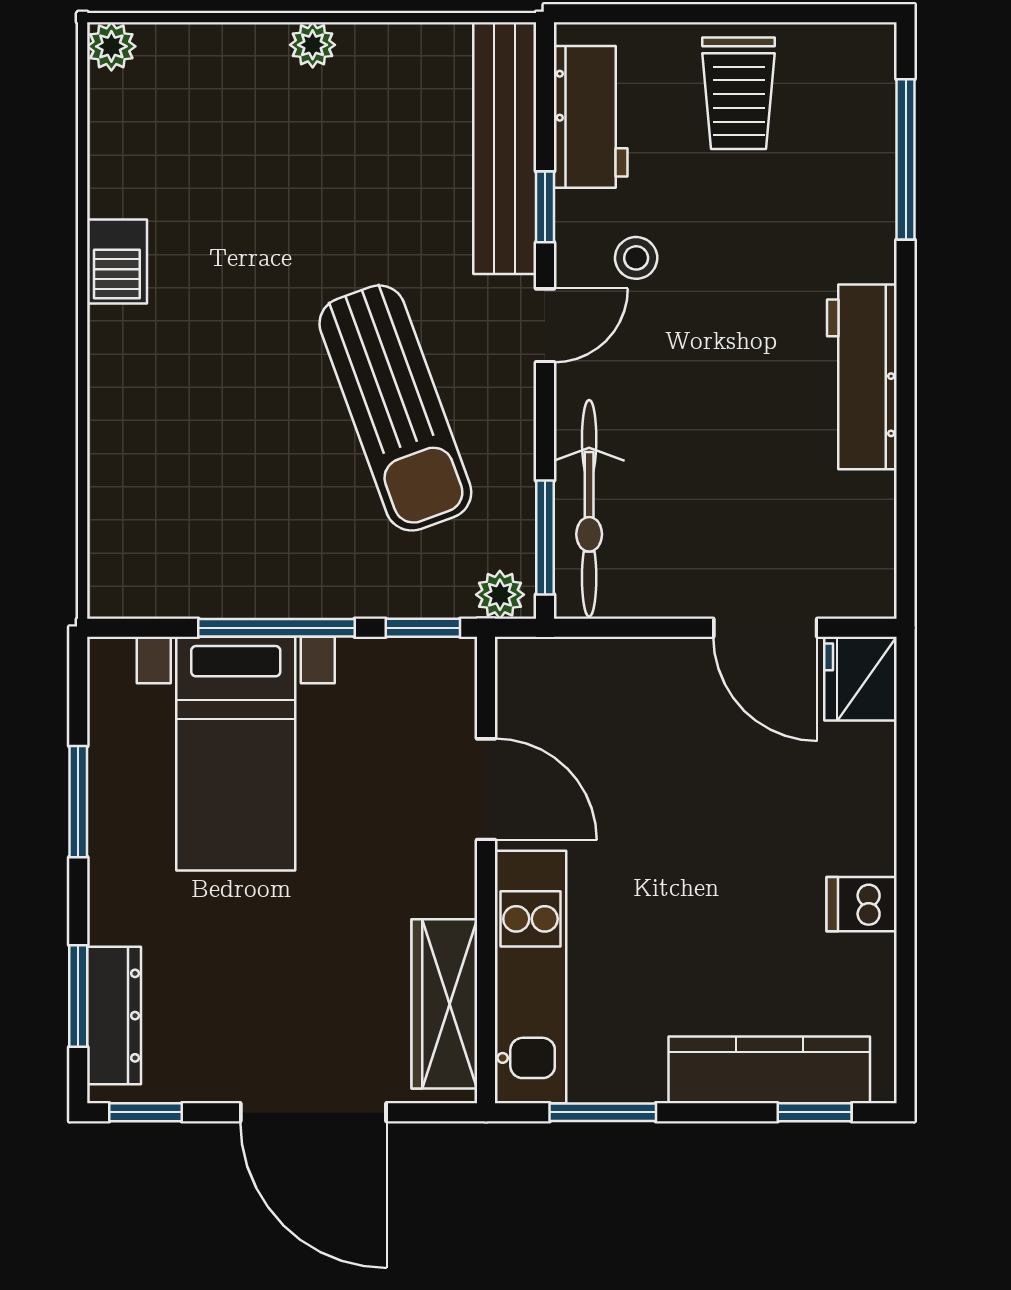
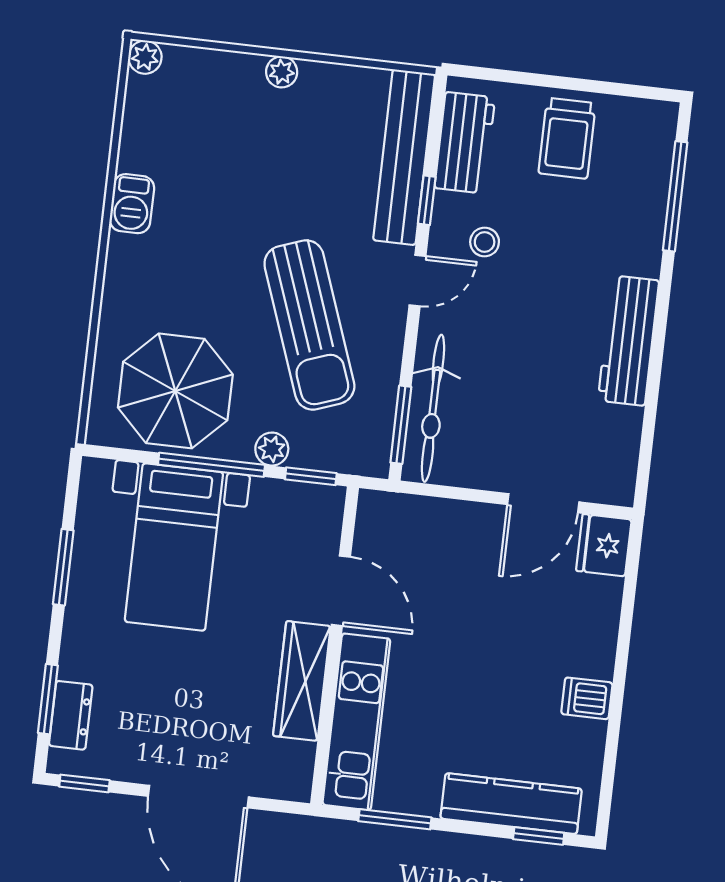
parasol: (212, 526) -> (175, 391), added
plant: (500, 595) -> (272, 449), moved
door: (765, 628) -> (543, 503), hinge flipped
wardrobe: (444, 1004) -> (302, 681), moved
dresser: (114, 1016) -> (71, 715), width x0.70

